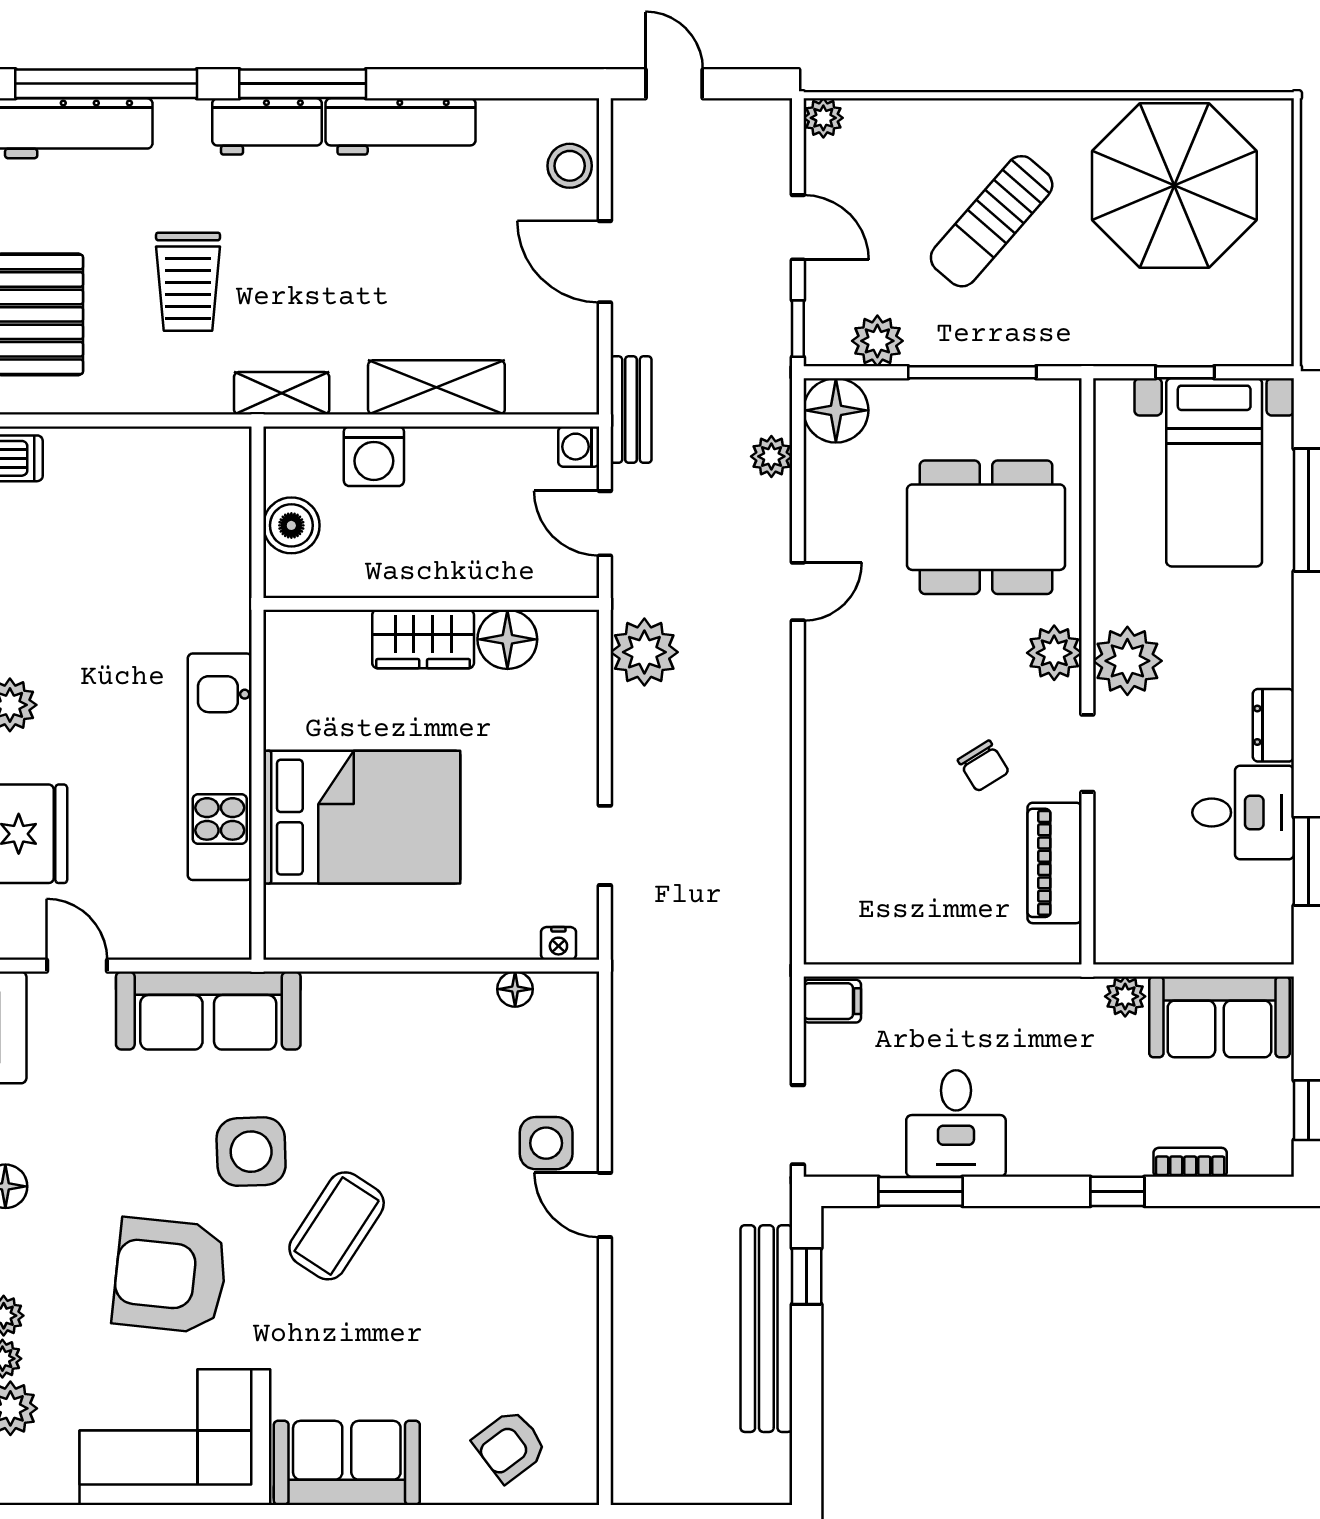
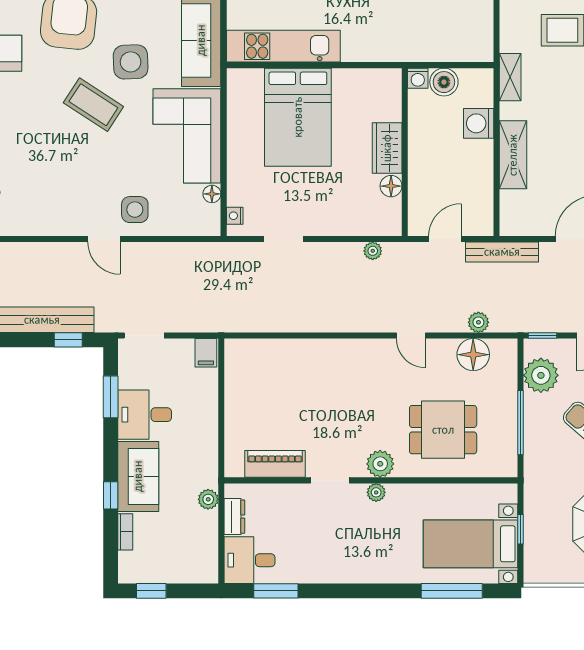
plant: (877, 341) -> (541, 375), width x1.36, depth x1.36
bench: (631, 410) -> (502, 252), width x1.36
floor lamp: (836, 410) -> (473, 355), moved
washing machine: (579, 447) -> (418, 78), moved, turned 180
dining table: (986, 527) -> (443, 430), width x0.73
floor lamp: (507, 639) -> (391, 186), width x0.73, depth x0.73
plant: (644, 652) -> (373, 251), width x0.53, depth x0.53
plant: (1127, 661) -> (376, 492), width x0.53, depth x0.53
dresser: (1273, 725) -> (234, 517), moved, turned 90
chair: (983, 766) -> (324, 428), removed
kitchen unit: (220, 767) -> (283, 46), moved
desk: (1243, 813) -> (249, 560), moved, turned 90
sofa: (1219, 1017) -> (138, 476), moved, turned 180
corner sofa: (399, 1039) -> (187, 136), added
door: (605, 1205) -> (104, 239), swing flipped

